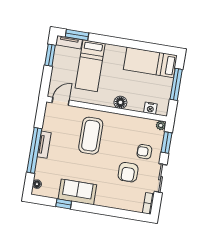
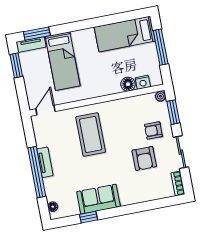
floor lamp: (120, 102) -> (128, 84), moved

